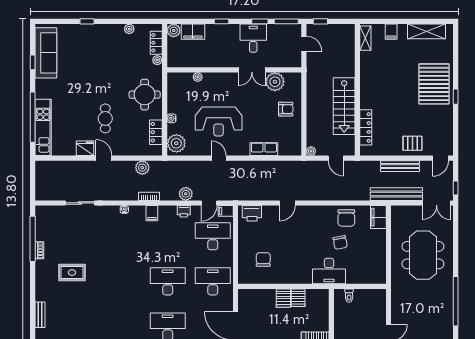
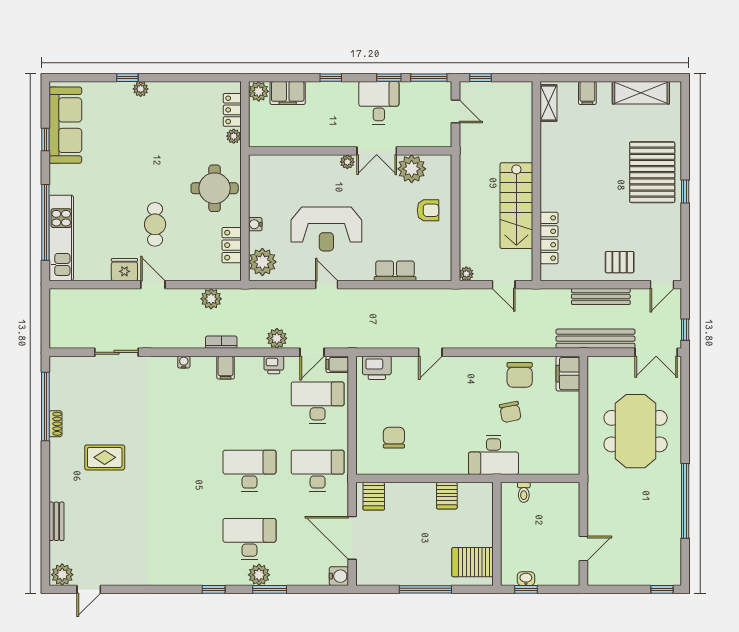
plant: (129, 29) -> (141, 89), moved
plant: (198, 77) -> (347, 162), moved
server rack: (283, 298) -> (374, 496), moved

